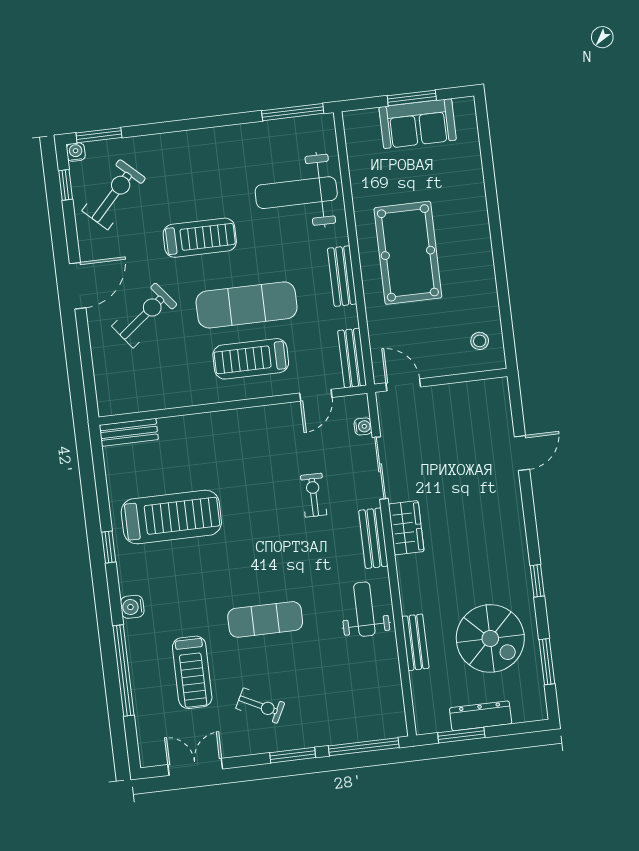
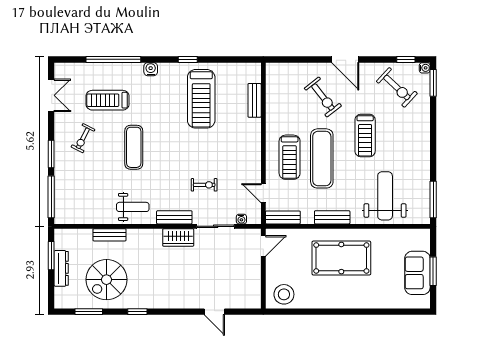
stool: (480, 341) -> (284, 294), width x1.89, depth x1.89
treadmill: (251, 359) -> (290, 157), turned 180
bench: (129, 432) -> (255, 100), moved

